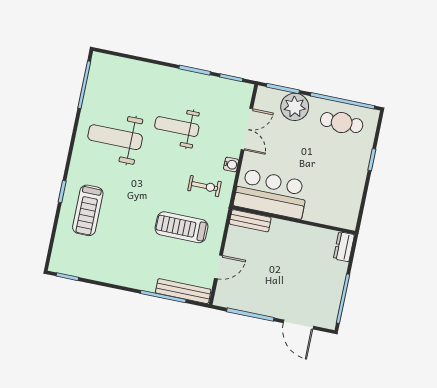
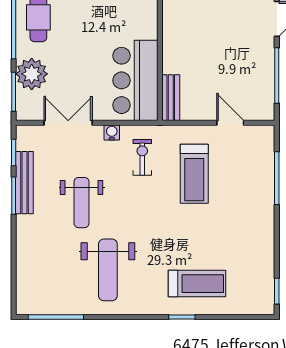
bench: (183, 291) -> (24, 183), moved

